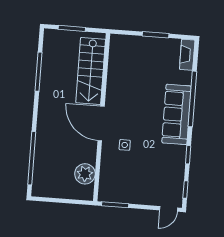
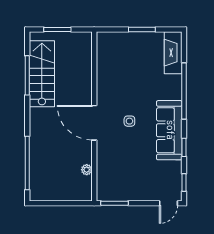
fireplace: (187, 55) -> (173, 53), width x1.37, depth x1.32
stairs: (91, 71) -> (42, 74), moved, turned 180
sofa: (177, 114) -> (169, 130), moved
side table: (125, 145) -> (129, 121), moved
plant: (85, 174) -> (87, 170), width x0.53, depth x0.53

